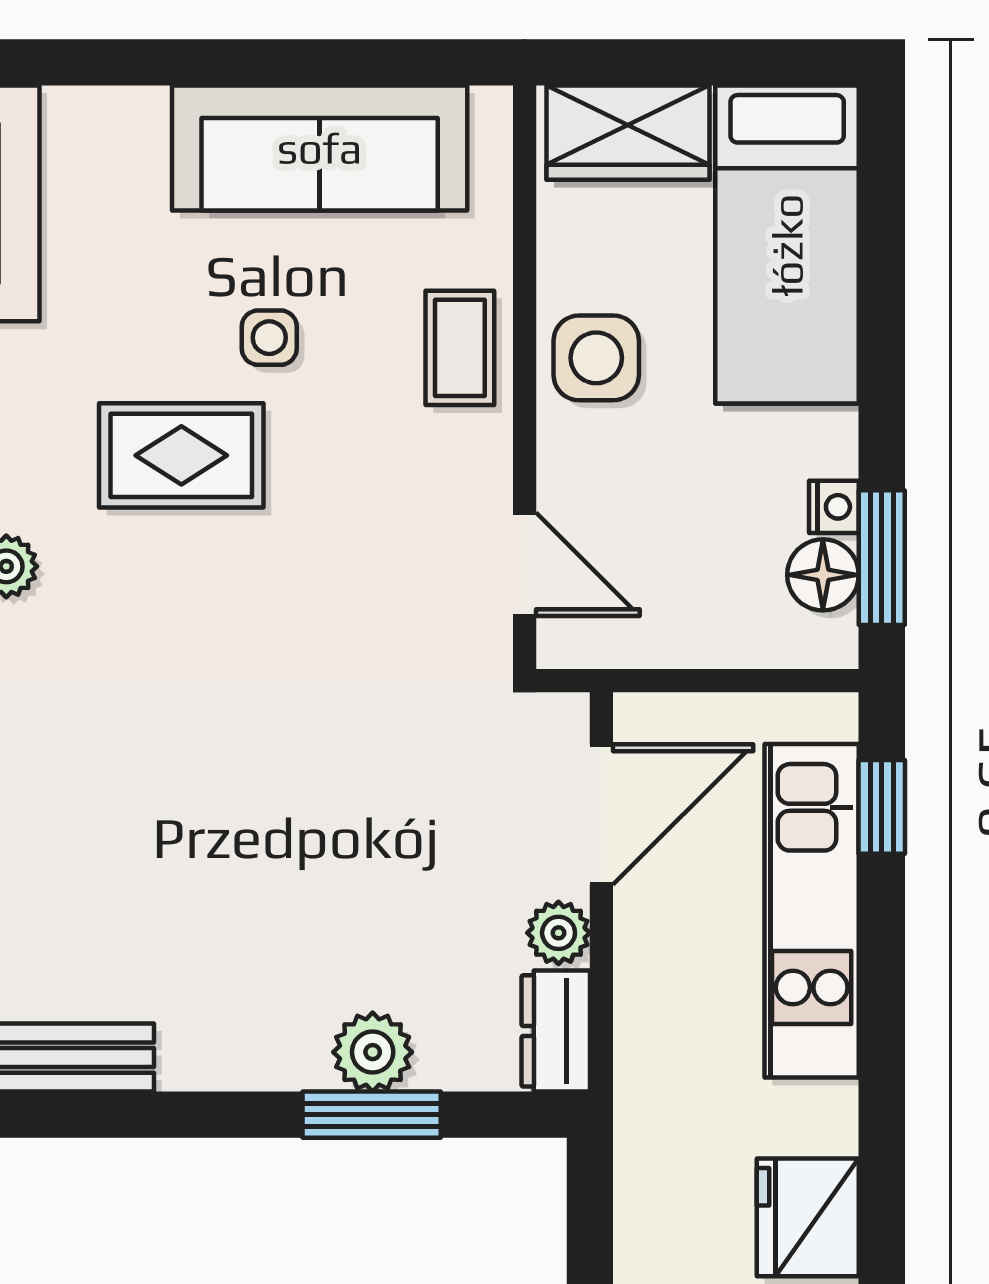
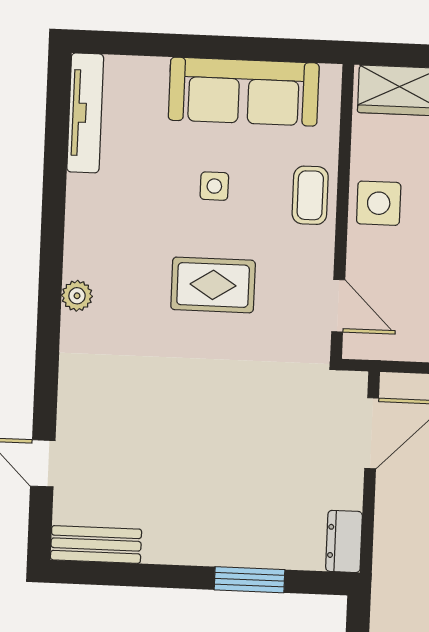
rug: (181, 455) -> (213, 285), moved
plant: (559, 933) -> (348, 492), removed
plant: (373, 1052) -> (251, 548), removed

